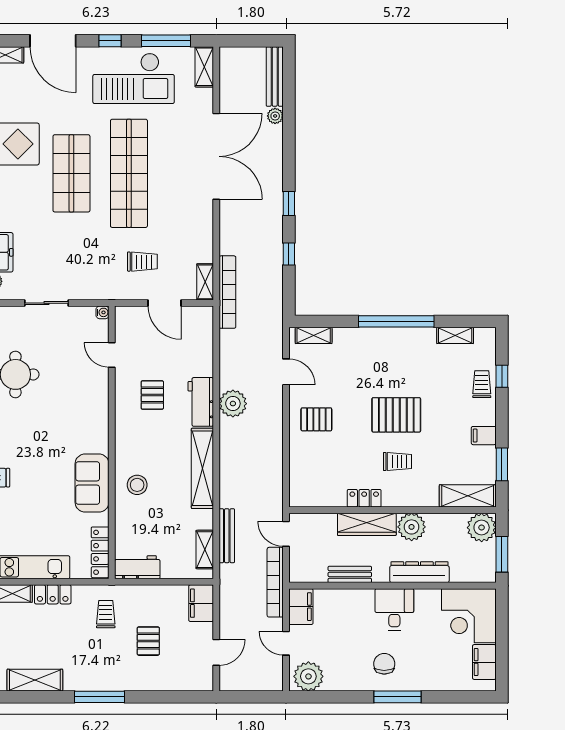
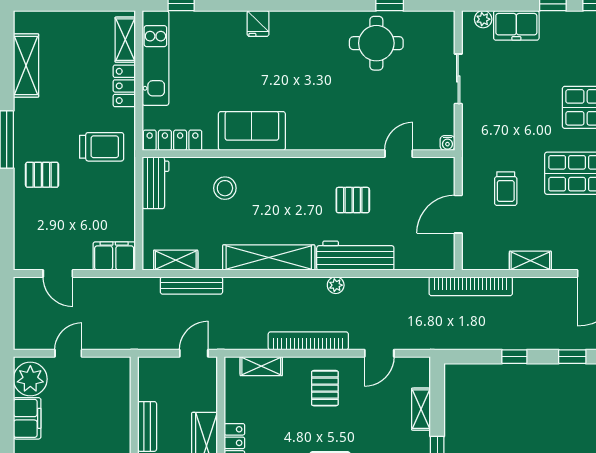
shelving: (205, 282) -> (530, 261), moved
shelving: (314, 335) -> (421, 409), moved
workbench: (201, 402) -> (355, 256), width x1.37
plant: (233, 404) -> (336, 285), width x0.53, depth x0.53
shelving: (297, 475) -> (261, 366), added
stool: (137, 485) -> (225, 188), moved
bookcase: (275, 582) -> (308, 341), moved
filing cabinet: (301, 607) -> (27, 418), moved, turned -90
trolley: (106, 614) -> (102, 147), width x1.36, depth x1.39
pallet: (148, 641) -> (42, 175), moved

